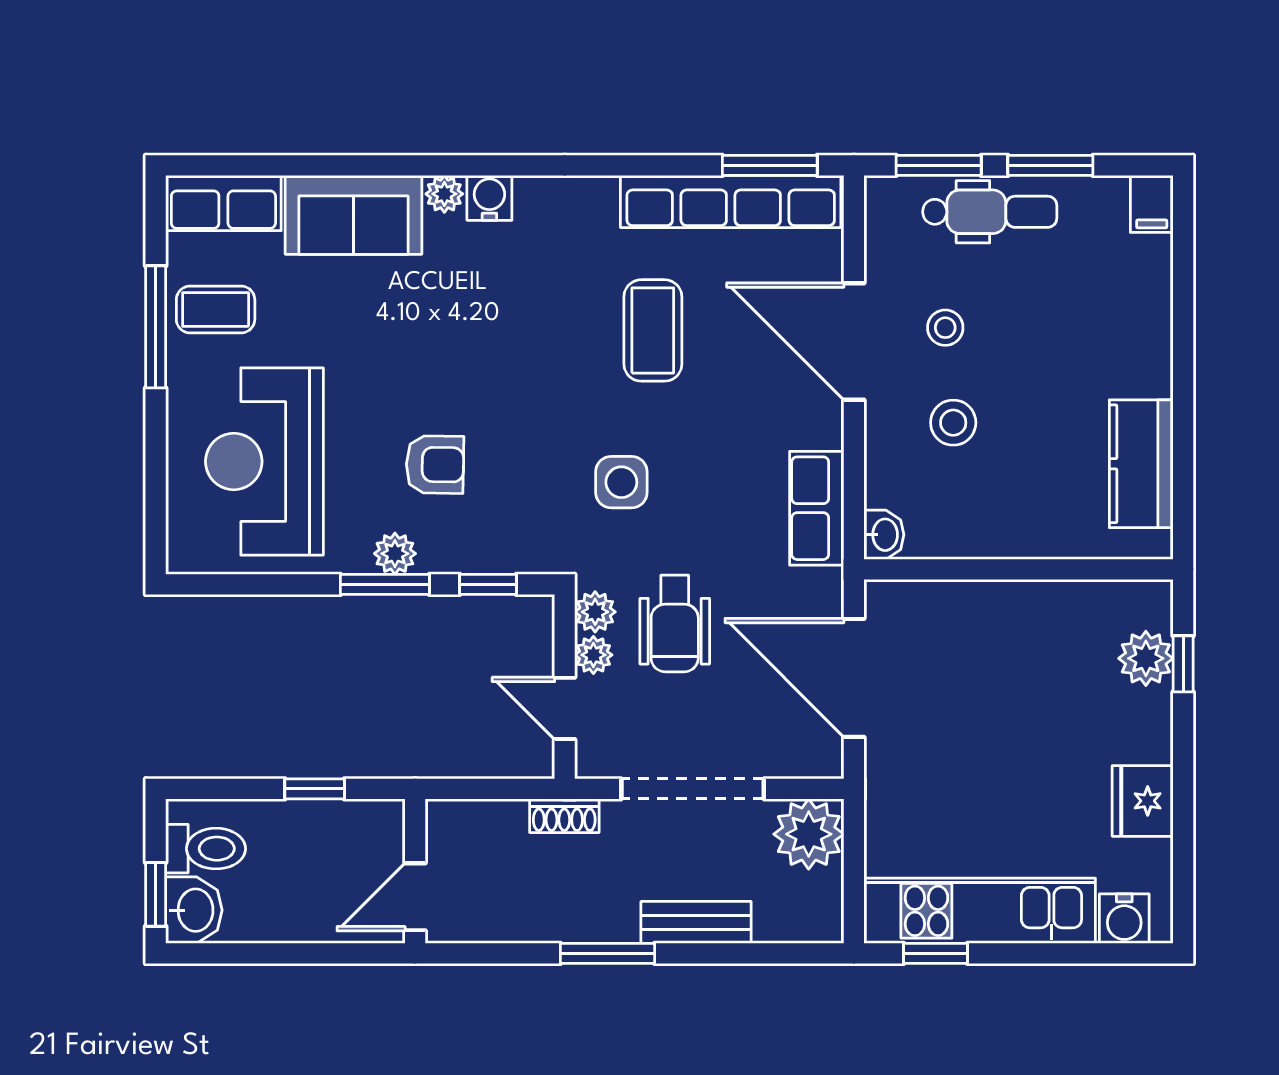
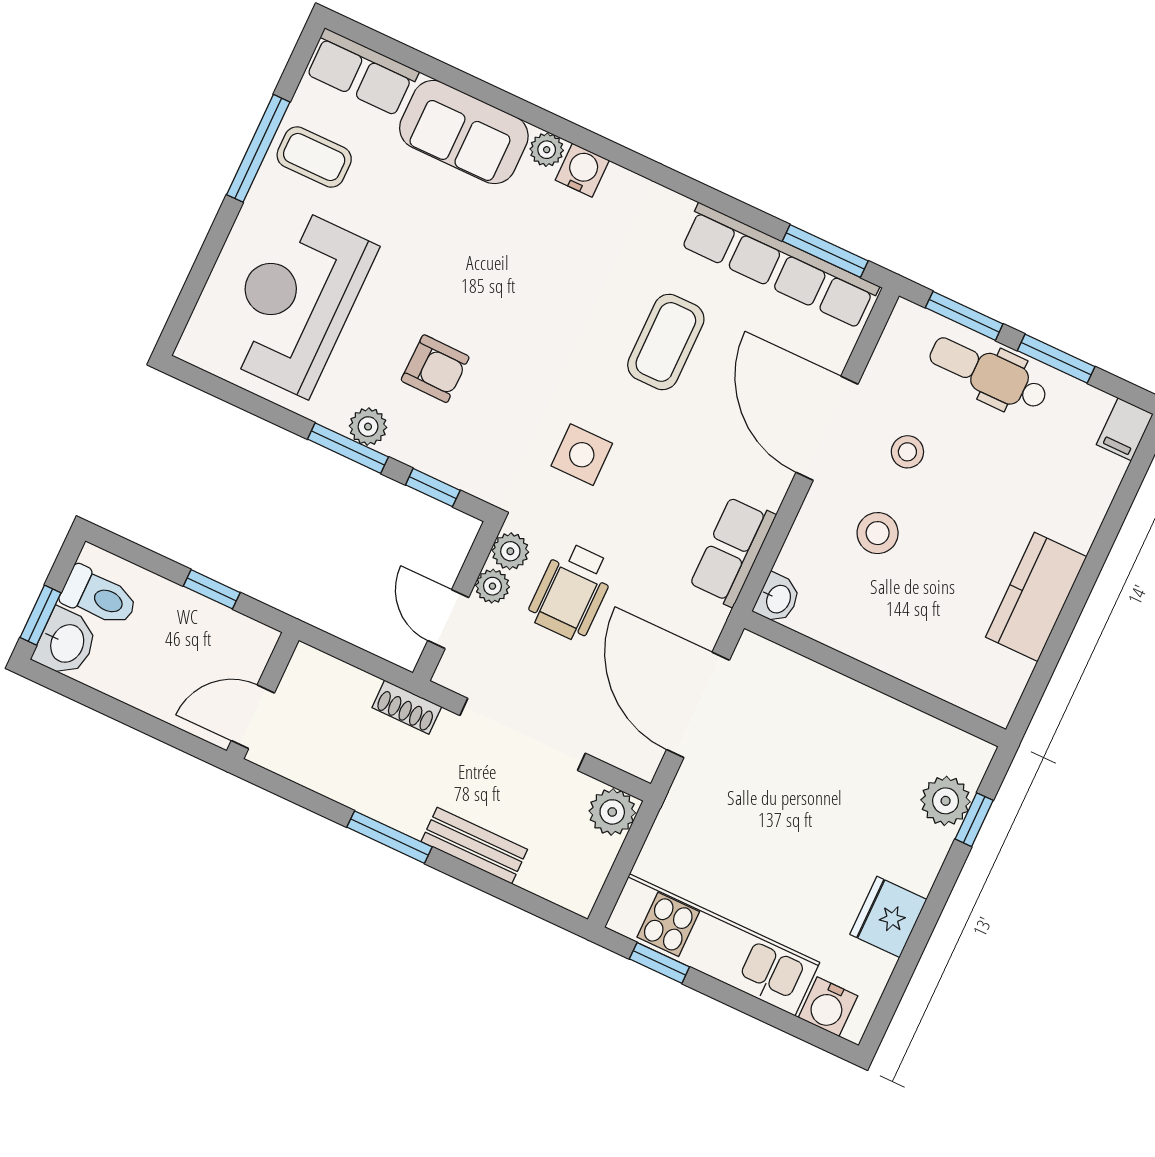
dental chair: (990, 212) -> (988, 374), turned 180
kitchen counter: (1141, 464) -> (1036, 597), moved
plant: (809, 834) -> (612, 812), width x0.73, depth x0.73

